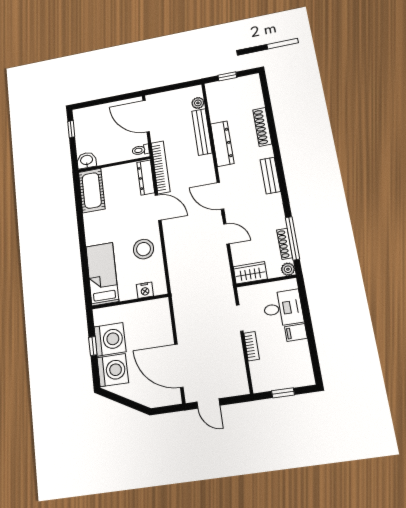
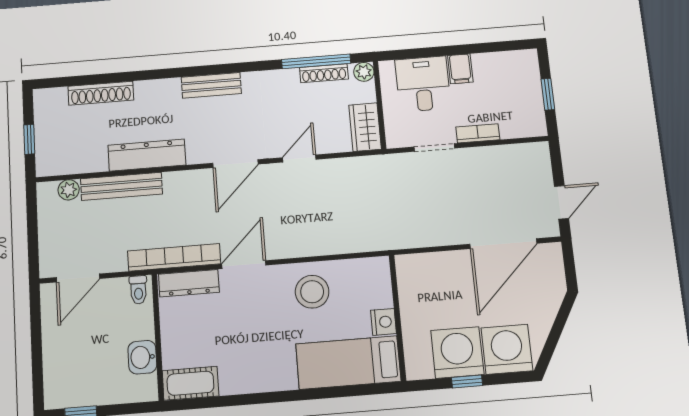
door: (146, 116) -> (78, 278), width x0.73
shoe rack: (262, 127) -> (101, 93), moved
washbasin: (87, 160) -> (142, 357), moved
cot: (92, 191) -> (190, 383), width x0.73, depth x0.75
nightstand: (145, 290) -> (384, 322), moved

